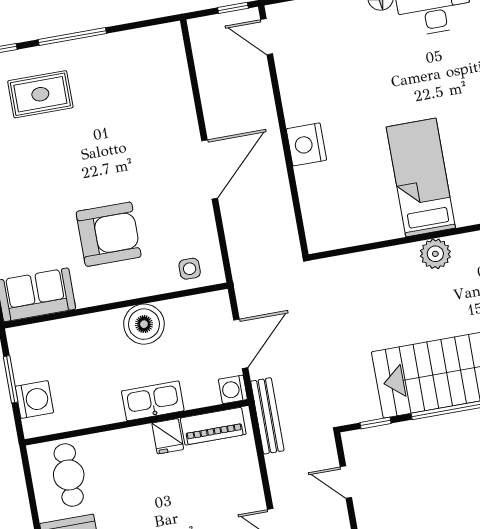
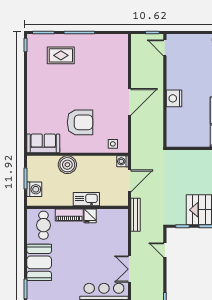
boiler: (144, 324) -> (67, 165), moved
washing machine: (233, 389) -> (122, 161), moved
piano: (213, 426) -> (69, 215), moved

